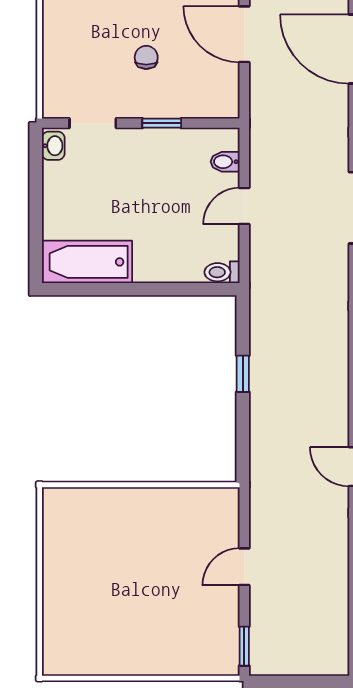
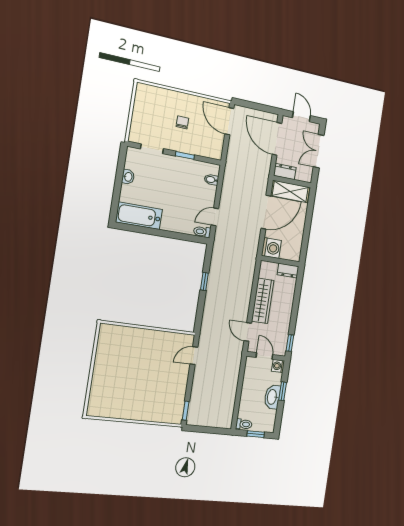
washbasin: (53, 146) -> (128, 177), moved
door: (244, 206) -> (215, 217), moved
door: (244, 567) -> (194, 356), moved

